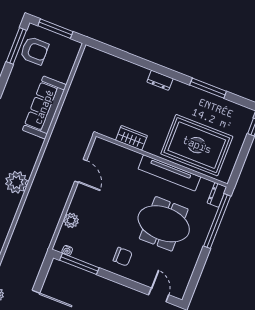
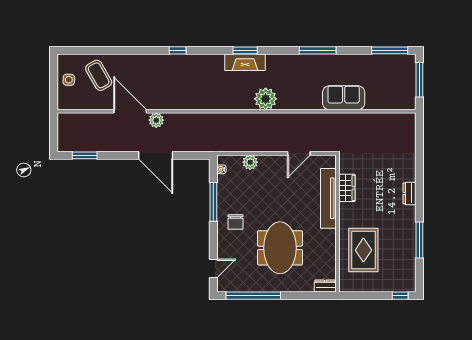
armchair: (34, 51) -> (392, 68), removed
sofa: (44, 107) -> (344, 98), width x0.73
rug: (197, 145) -> (363, 250), width x0.73, depth x0.69
tv unit: (169, 173) -> (328, 198), moved
window: (217, 221) -> (253, 296), moved
window: (79, 264) -> (213, 202), moved

